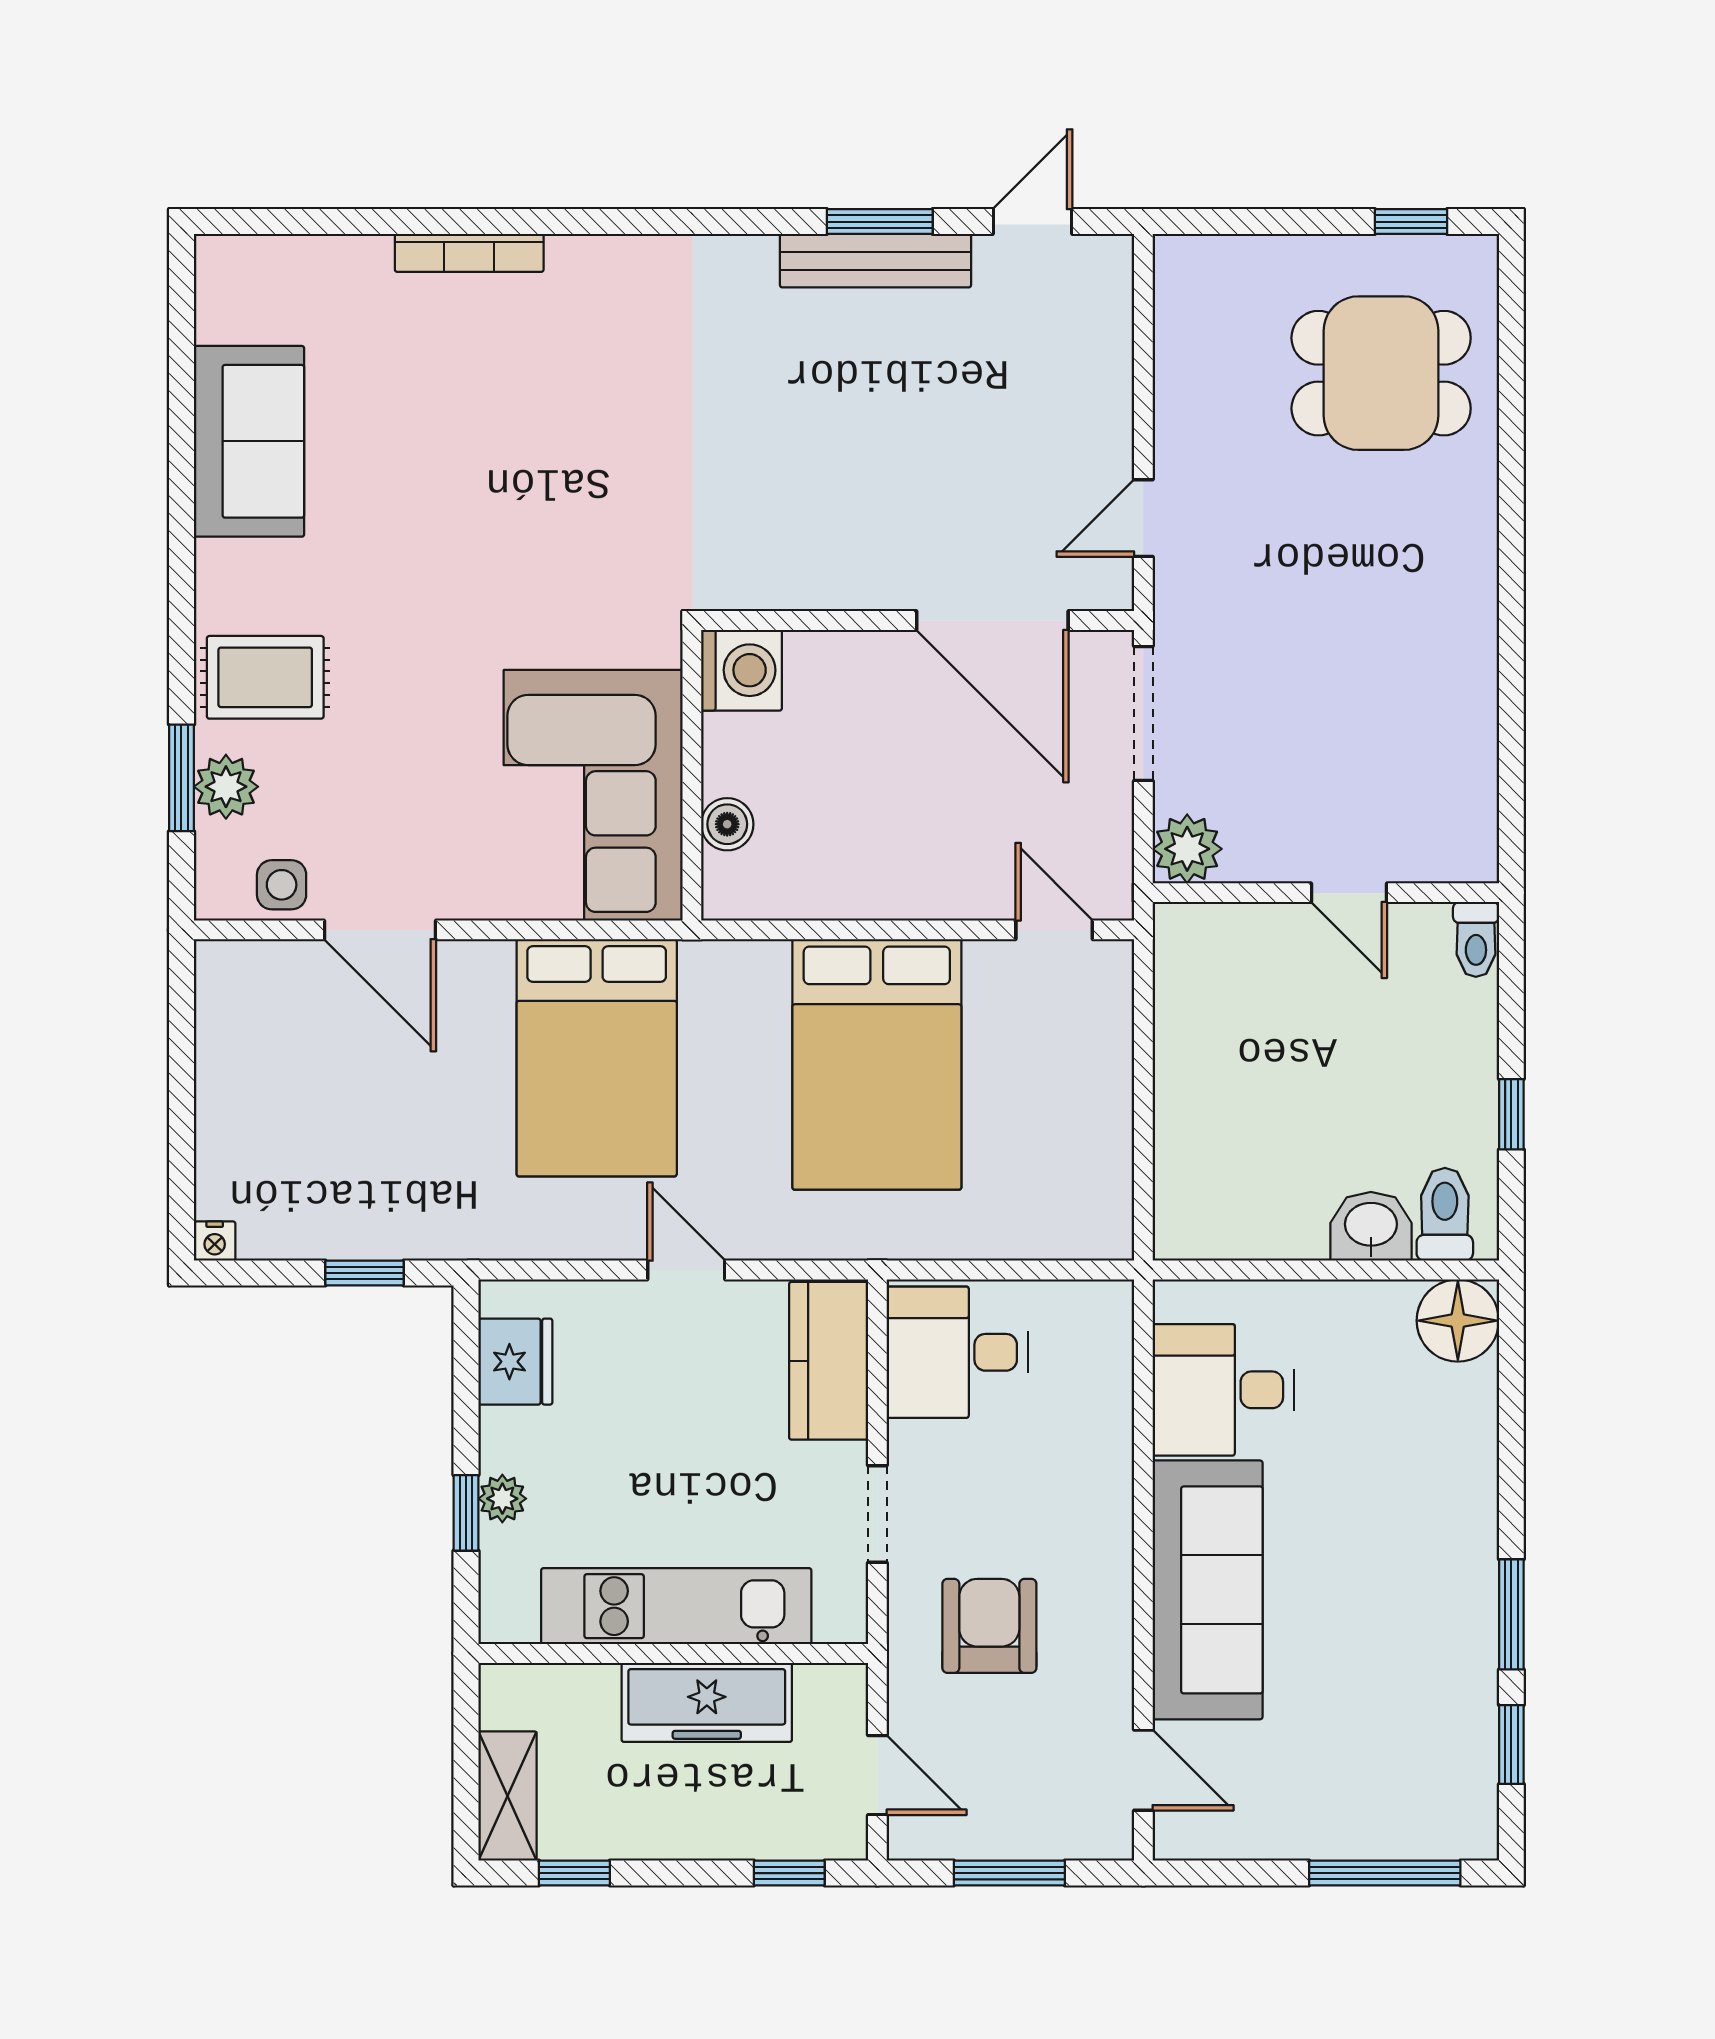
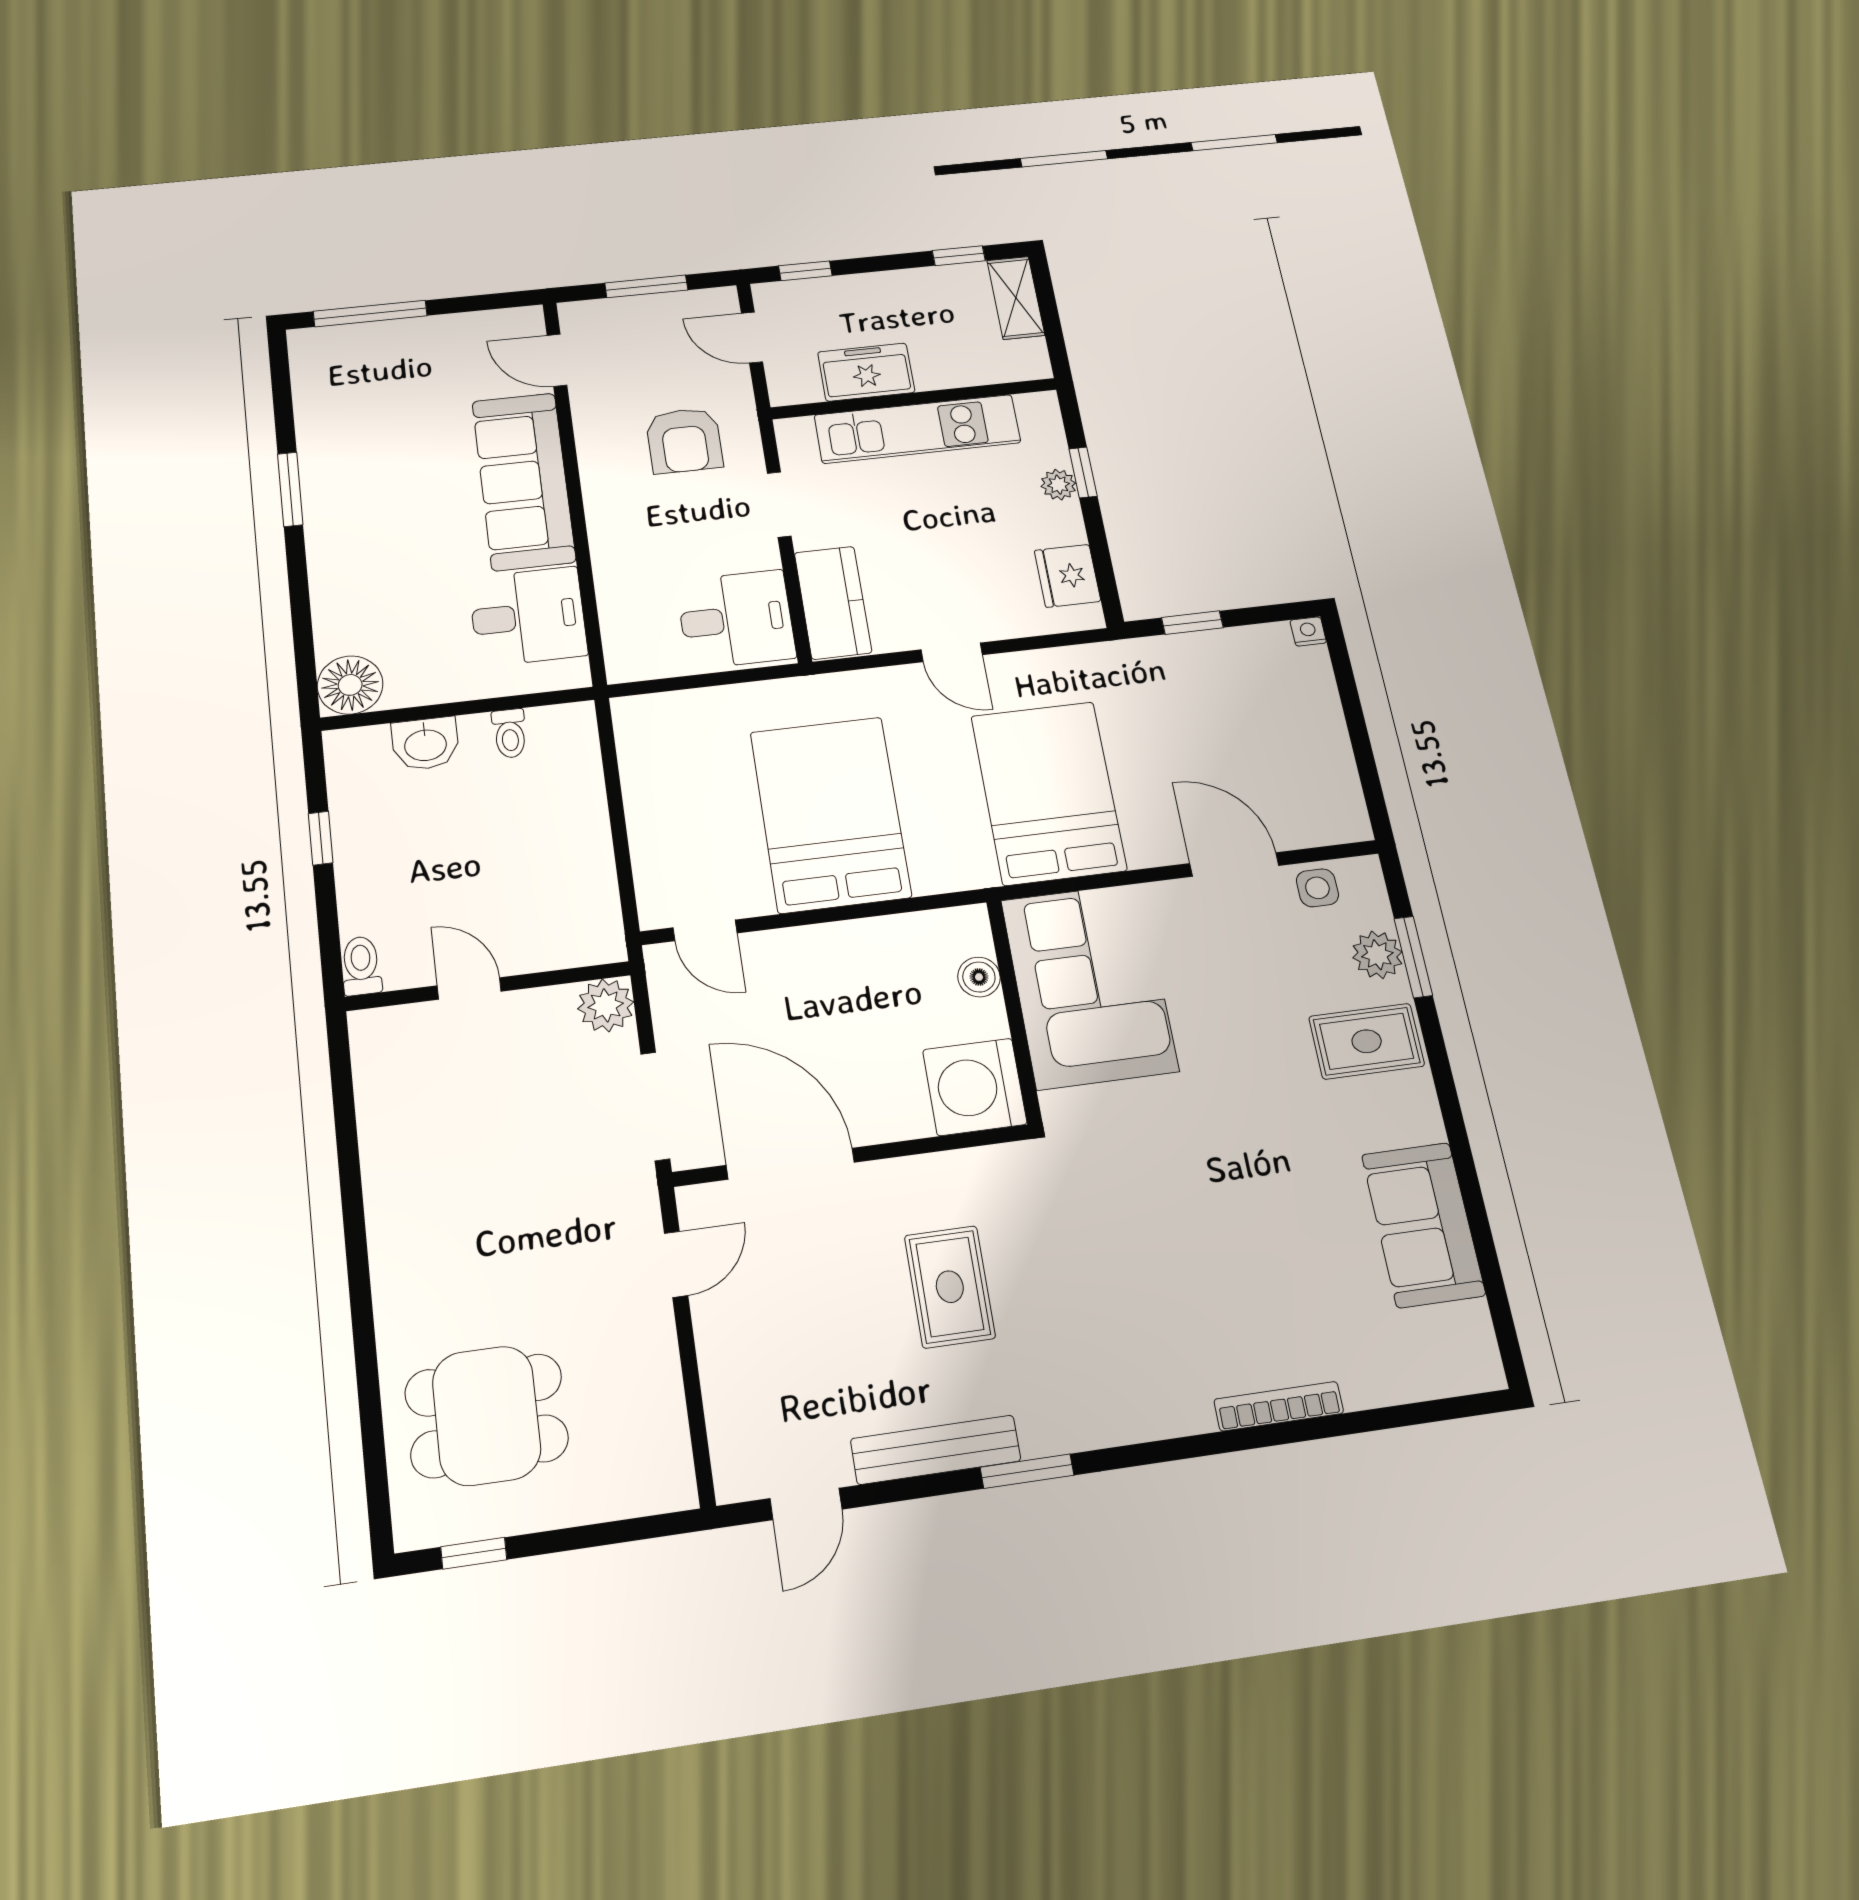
window: (880, 222) -> (1027, 1471), moved
rug: (828, 446) -> (950, 1287), added
washing machine: (741, 670) -> (975, 1087), width x1.37, depth x1.37
toilet: (1445, 1214) -> (510, 733), moved, width x0.73, depth x0.72
freezer: (707, 1702) -> (866, 372), width x0.71
window: (1511, 1745) -> (283, 404), removed

